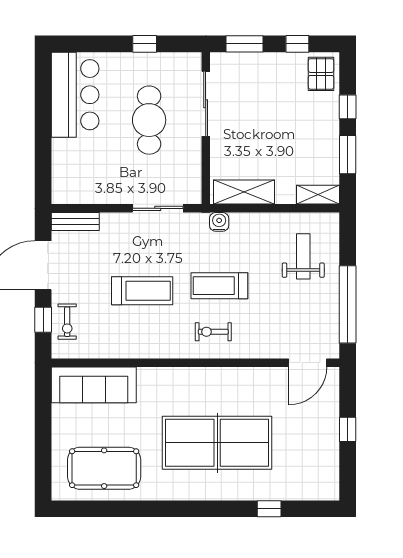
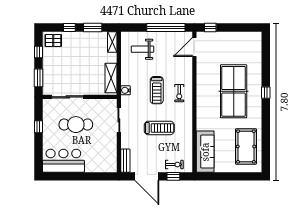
treadmill: (142, 291) -> (159, 128), turned 90
door: (308, 363) -> (194, 47), swing flipped
window: (348, 429) -> (210, 27), moved
window: (269, 509) -> (266, 93), moved

